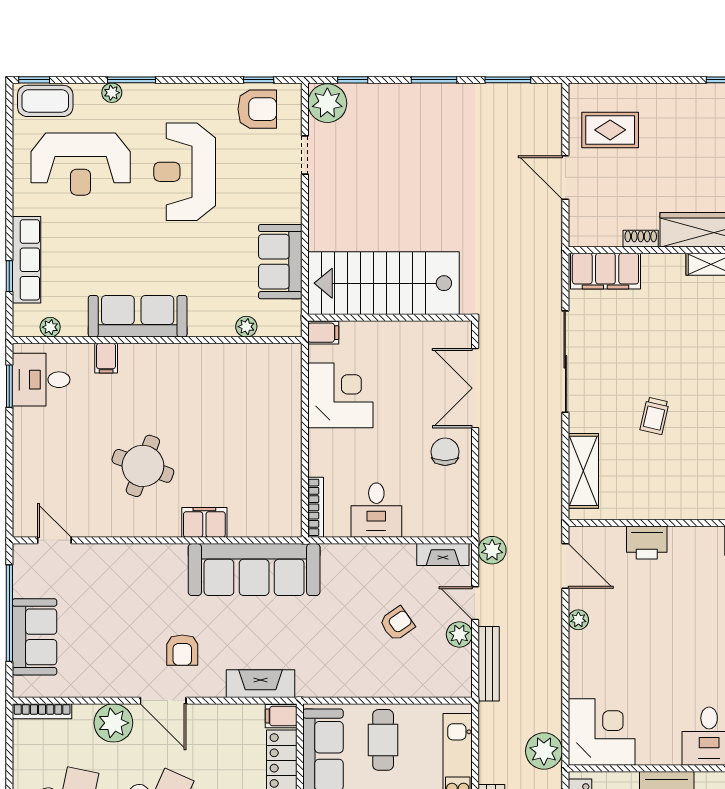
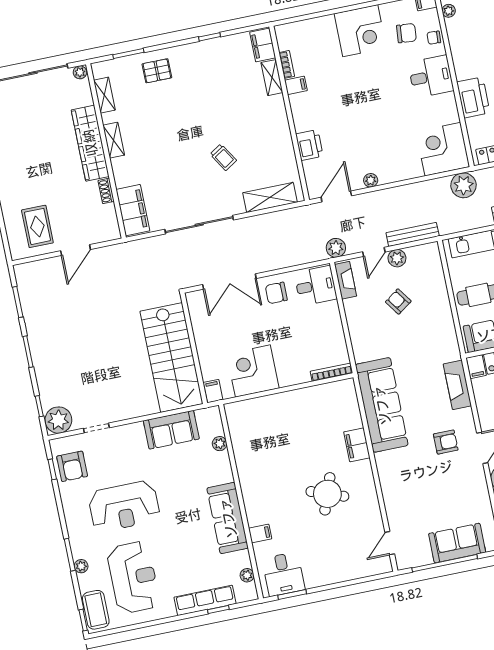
armchair: (257, 109) -> (72, 466), turned 180
trolley: (655, 416) -> (223, 157), turned 45
desk: (376, 510) -> (316, 286), moved

